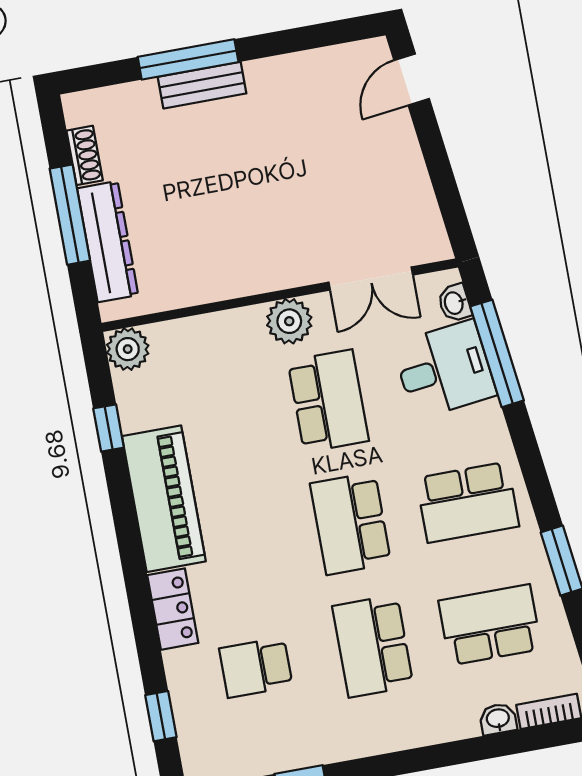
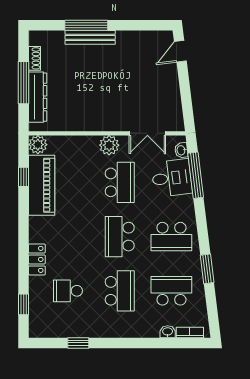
bench: (202, 85) -> (90, 37), width x1.36
piano: (164, 499) -> (42, 185), moved
school desk: (373, 646) -> (120, 291), turned 180

